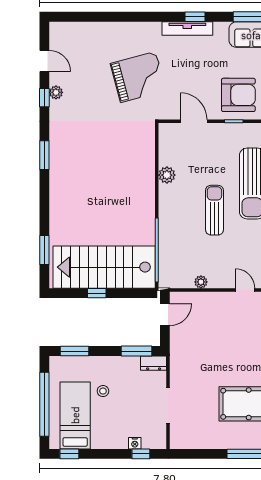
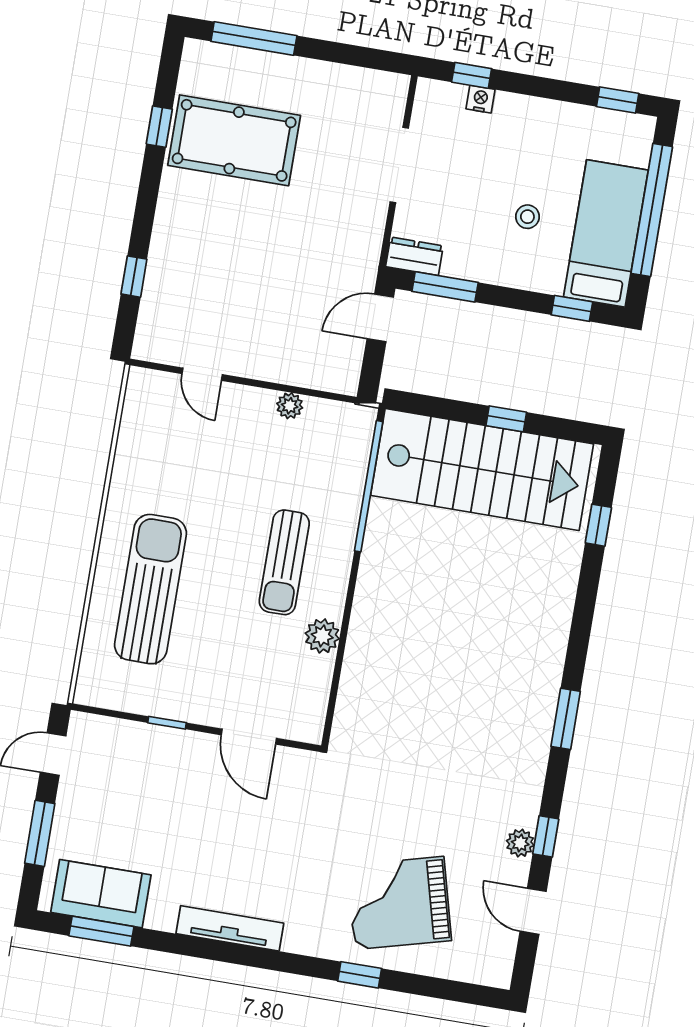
window: (195, 17) -> (360, 975), moved
grand piano: (138, 77) -> (399, 903), moved
armchair: (238, 95) -> (149, 775), removed
sun lounger: (214, 210) -> (284, 562), moved
window: (44, 250) -> (598, 525), width x0.67
door: (165, 315) -> (380, 318), moved
window: (74, 351) -> (572, 308), width x0.67
bed: (75, 415) -> (606, 233), moved, turned 180

